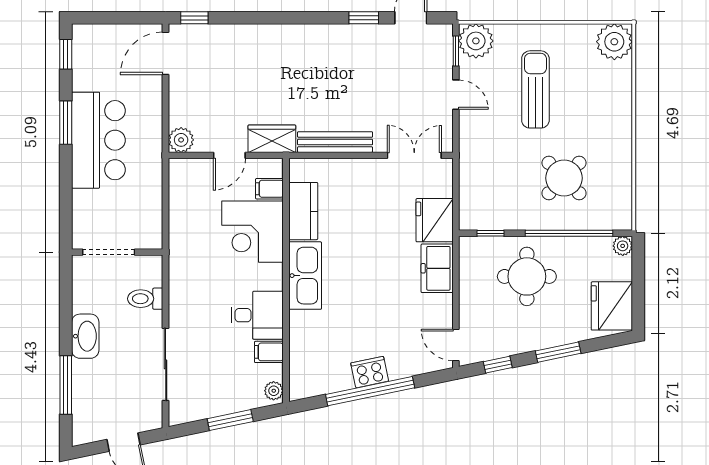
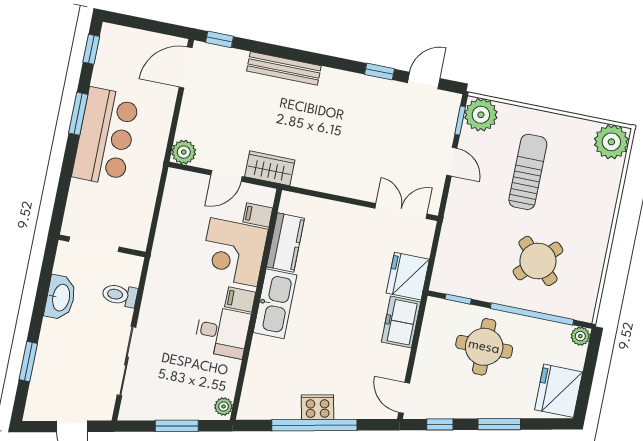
bench: (335, 142) -> (284, 68), moved
washbasin: (85, 336) -> (60, 297), moved
filing cabinet: (269, 352) -> (240, 300), moved
window: (66, 385) -> (28, 362), width x0.69

